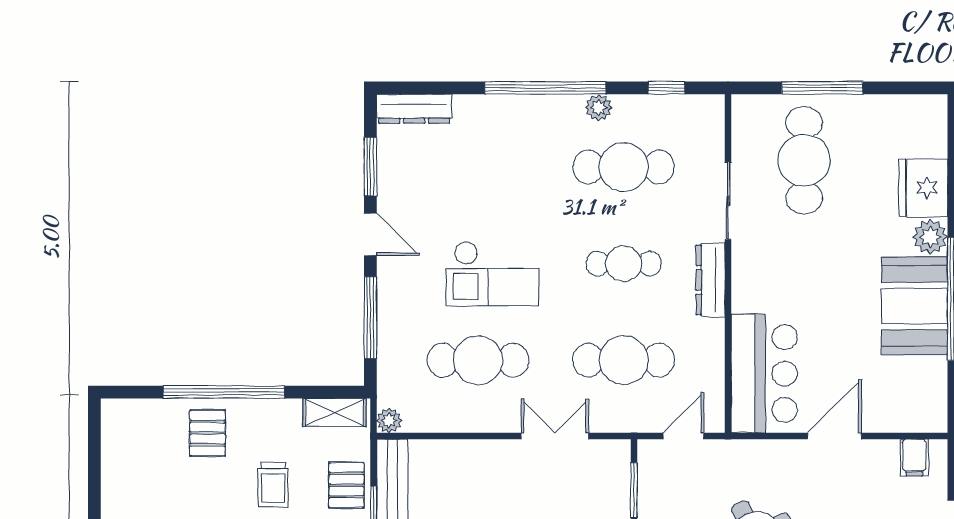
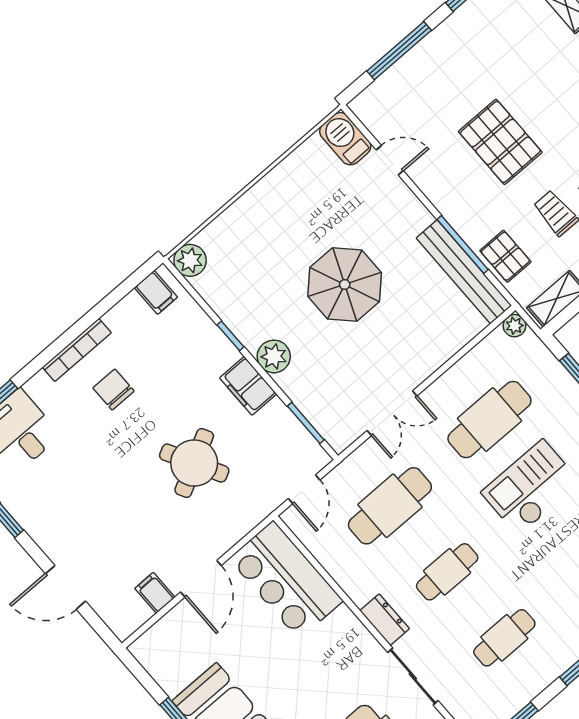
plant: (599, 108) -> (557, 664), removed
cafe table: (624, 167) -> (504, 638), width x0.73, depth x0.74
dresser: (710, 280) -> (385, 620), width x0.70
filing cabinet: (914, 458) -> (155, 593), moved

